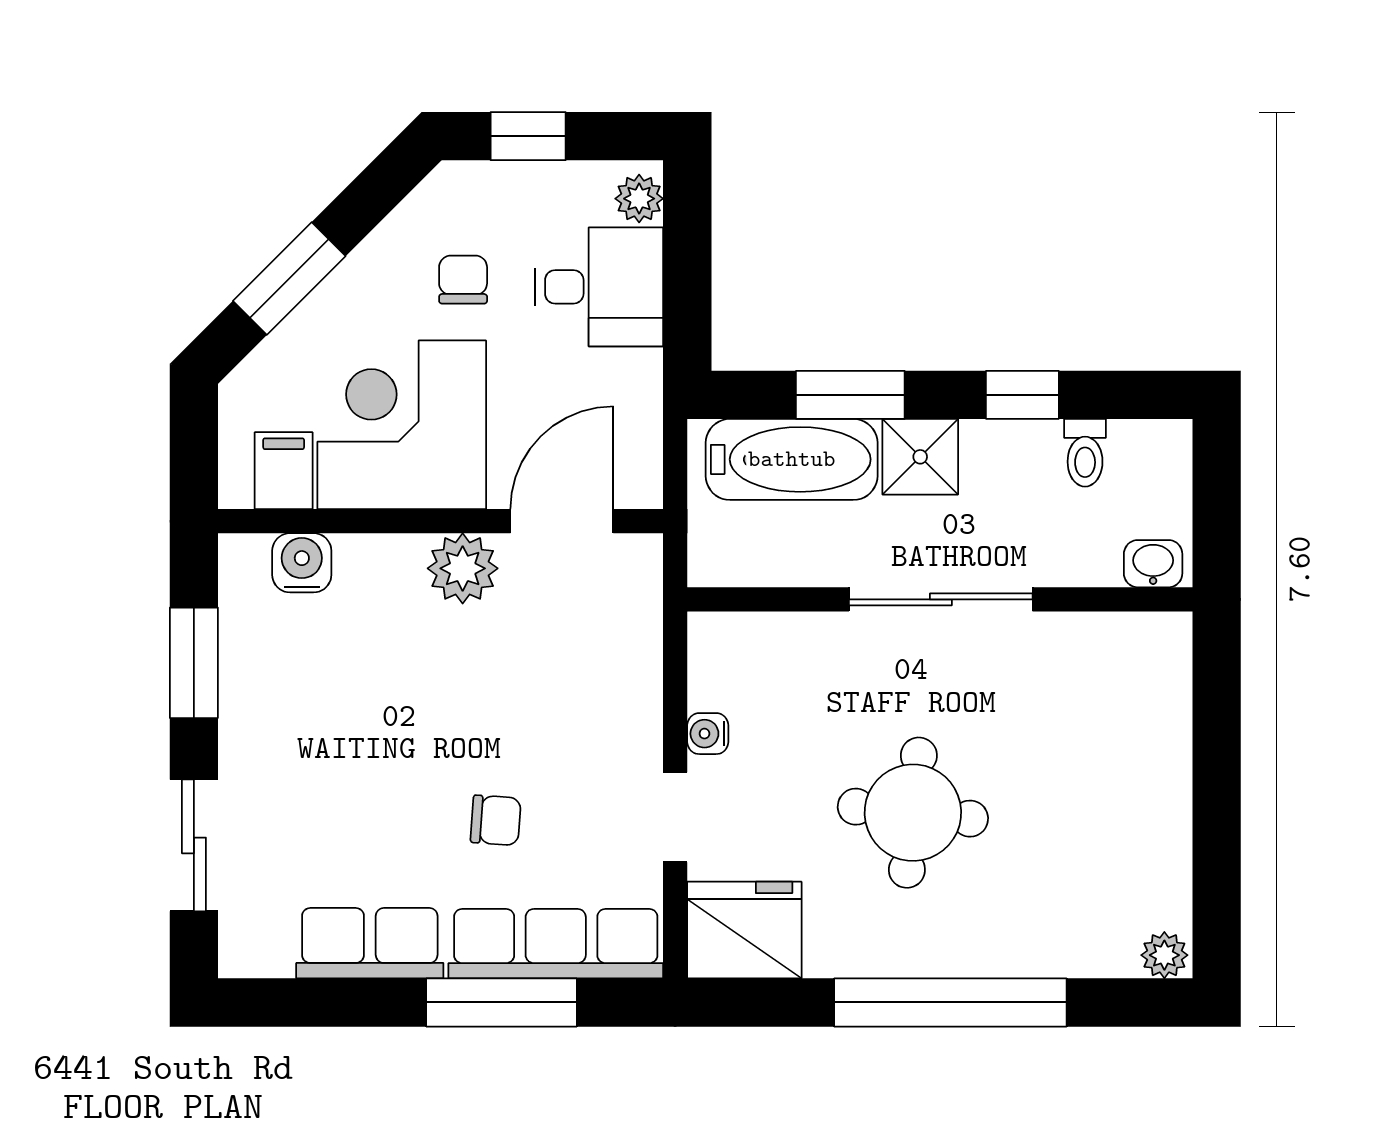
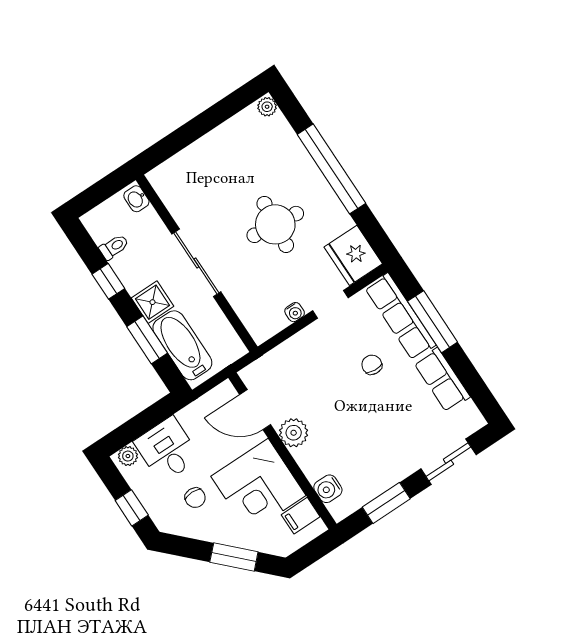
chair: (463, 280) -> (195, 498), turned -90

